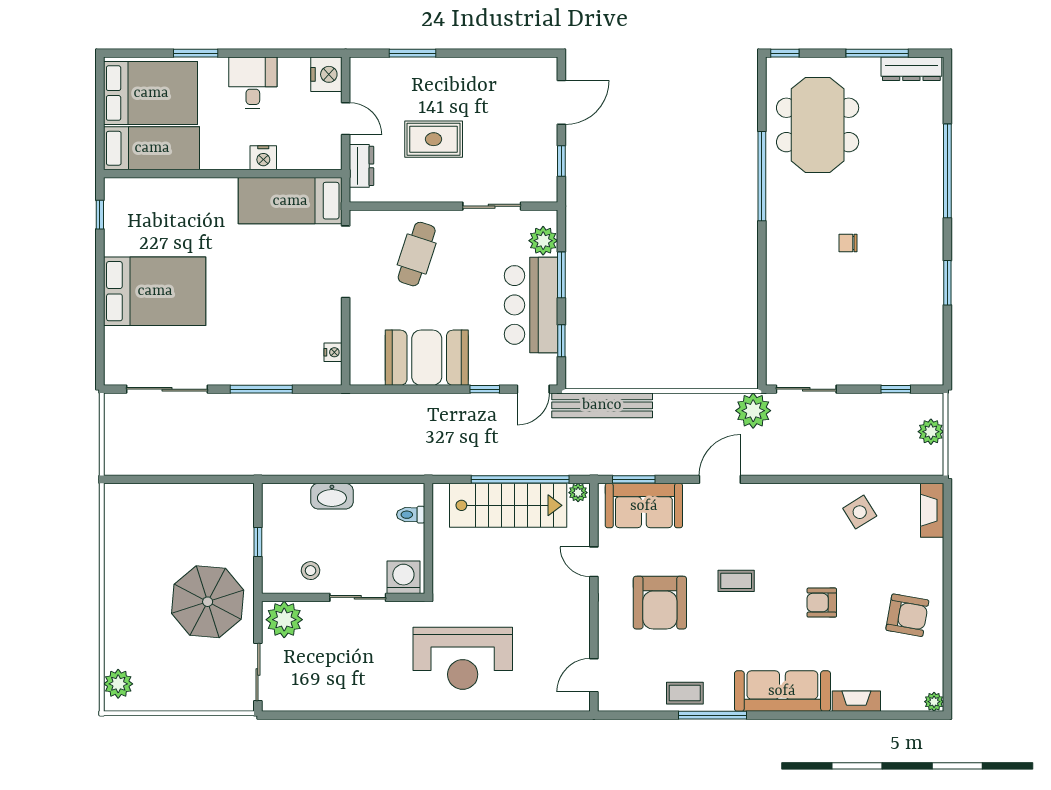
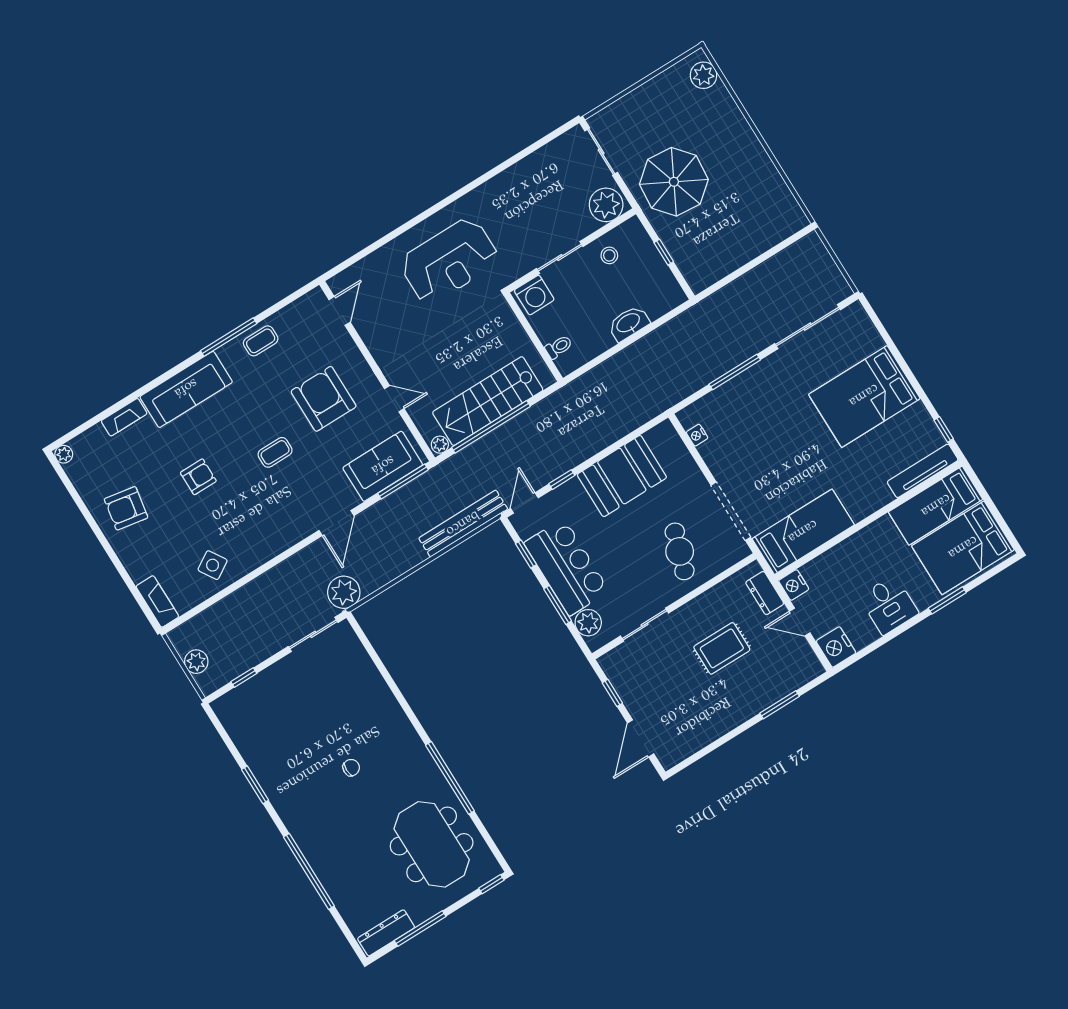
nightstand: (263, 158) -> (794, 585), moved, turned -90
tv unit: (144, 188) -> (923, 471), added
window: (634, 479) -> (403, 482), width x1.44
reception desk: (463, 658) -> (449, 261), turned 180

